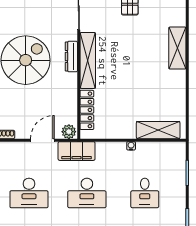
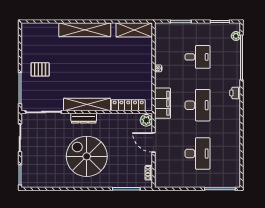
shelving: (177, 48) -> (85, 30), width x1.47
shelving: (158, 130) -> (134, 30), moved, turned 90
filing cabinet: (77, 151) -> (162, 103), moved

